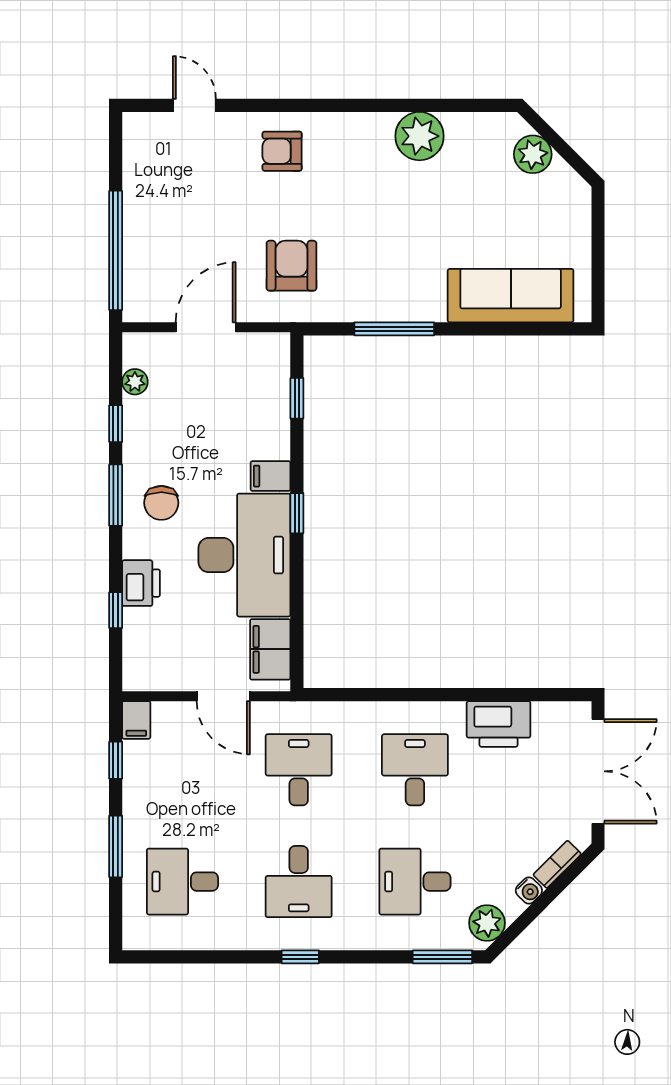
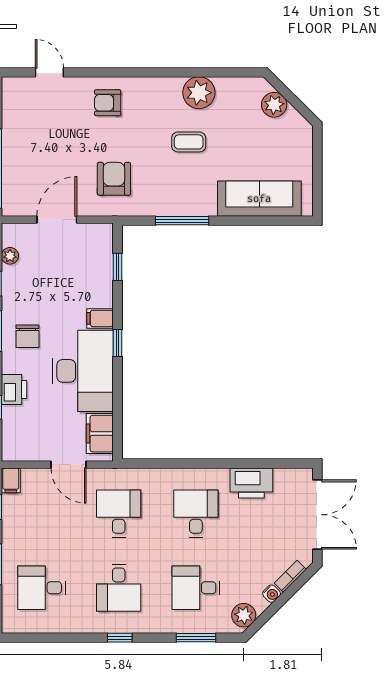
coffee table: (404, 210) -> (189, 142), added
window: (442, 957) -> (196, 638), moved

